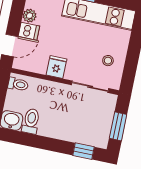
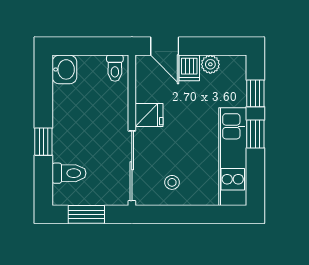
sliding door: (90, 87) -> (132, 166), width x1.37
toilet: (31, 121) -> (69, 173), moved
window: (84, 151) -> (43, 142), moved

